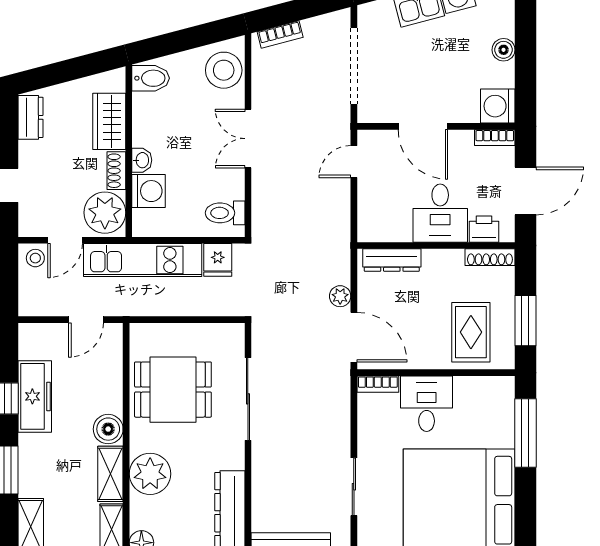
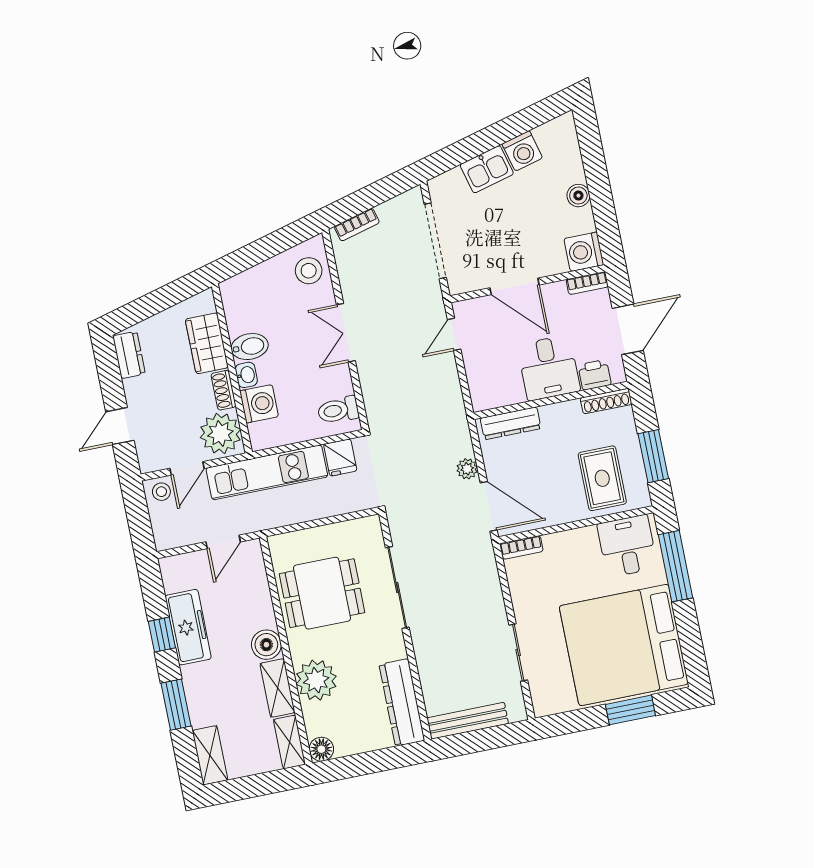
stool: (224, 70) -> (309, 271), width x0.73, depth x0.73
bidet: (151, 78) -> (250, 347), moved
desk: (427, 404) -> (627, 546), moved

